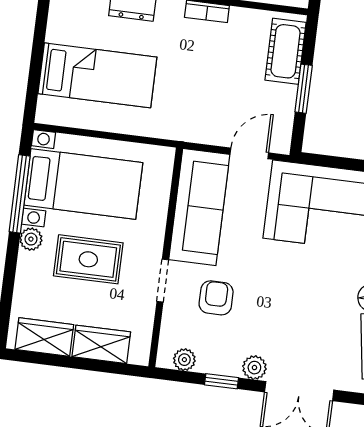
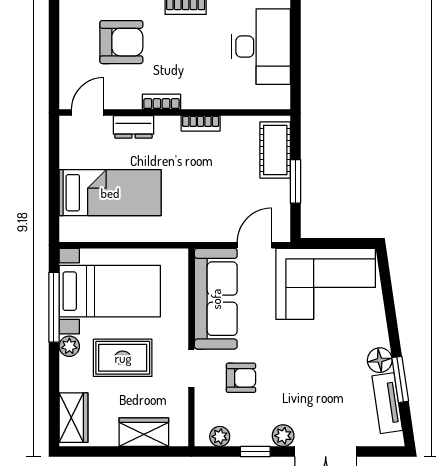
armchair: (216, 298) -> (241, 378), turned 90
wardrobe: (44, 337) -> (73, 418), moved, turned 90

